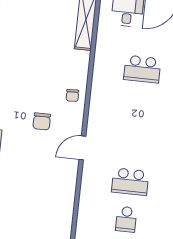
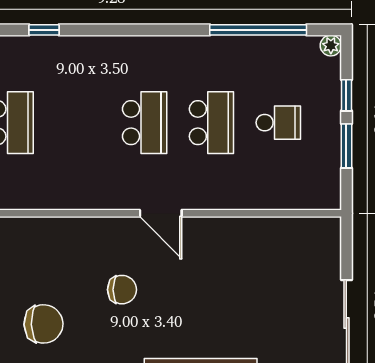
chair: (72, 95) -> (43, 324), moved, width x1.87, depth x1.87
school desk: (134, 144) -> (145, 123), added

